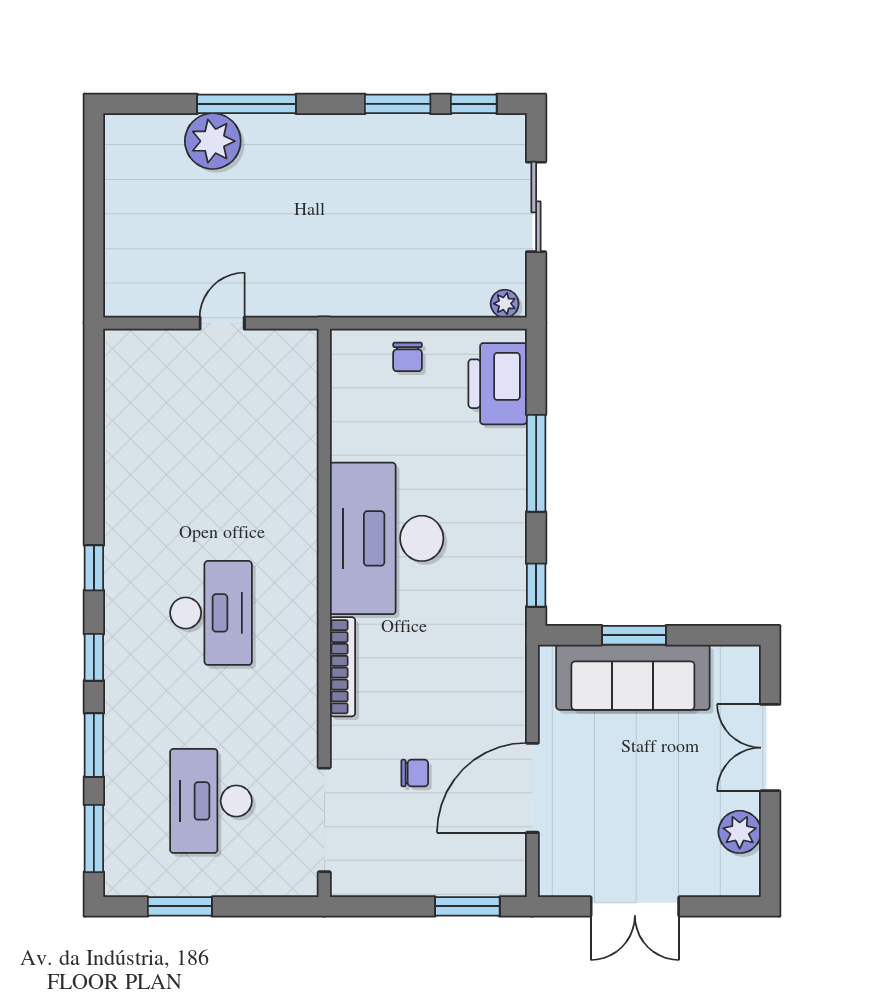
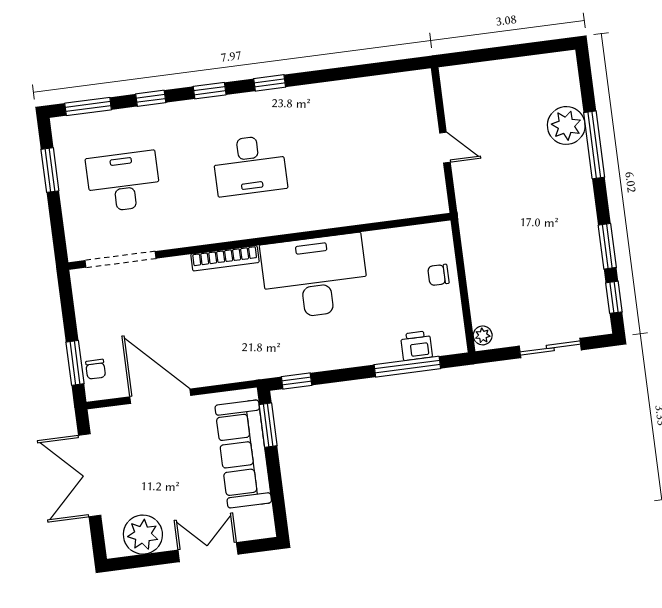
printer: (498, 384) -> (416, 346), width x0.53, depth x0.68
window: (536, 463) -> (407, 367), moved
window: (634, 635) -> (268, 425), moved
window: (94, 745) -> (151, 98), width x0.67
chair: (415, 773) -> (96, 369), moved
plant: (740, 832) -> (143, 535), width x1.36, depth x1.36
double door: (635, 906) -> (90, 475), width x1.37

